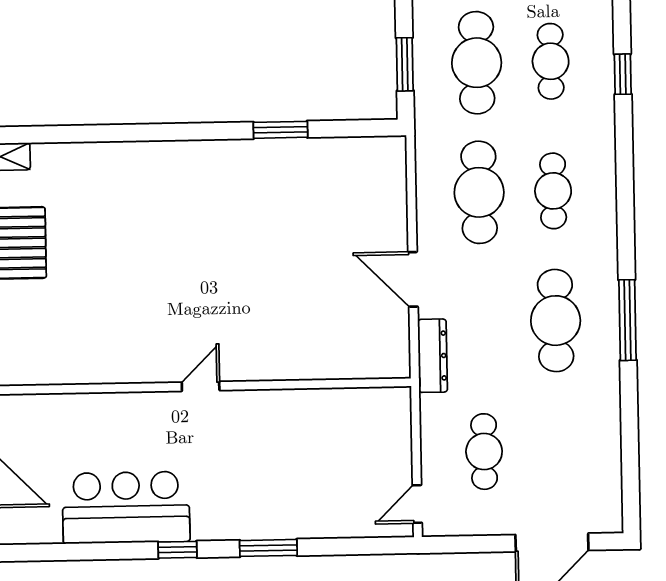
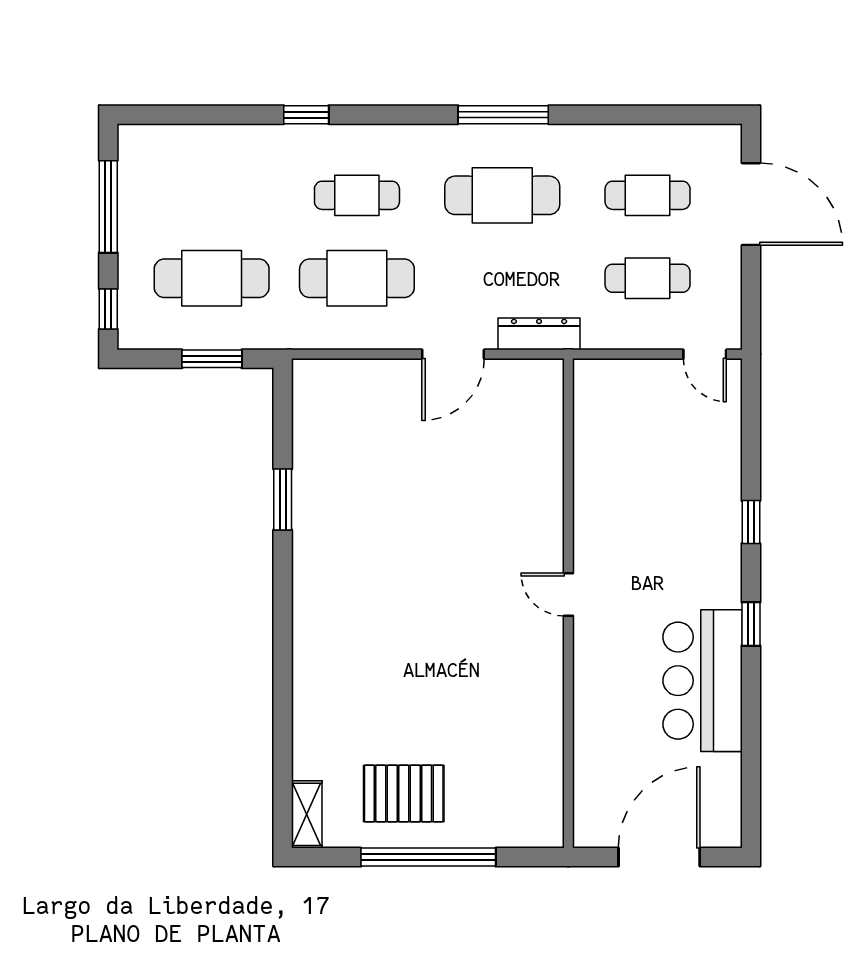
cafe table: (551, 61) -> (648, 195), moved
window: (623, 74) -> (306, 115), moved
window: (268, 548) -> (751, 522), width x0.67

